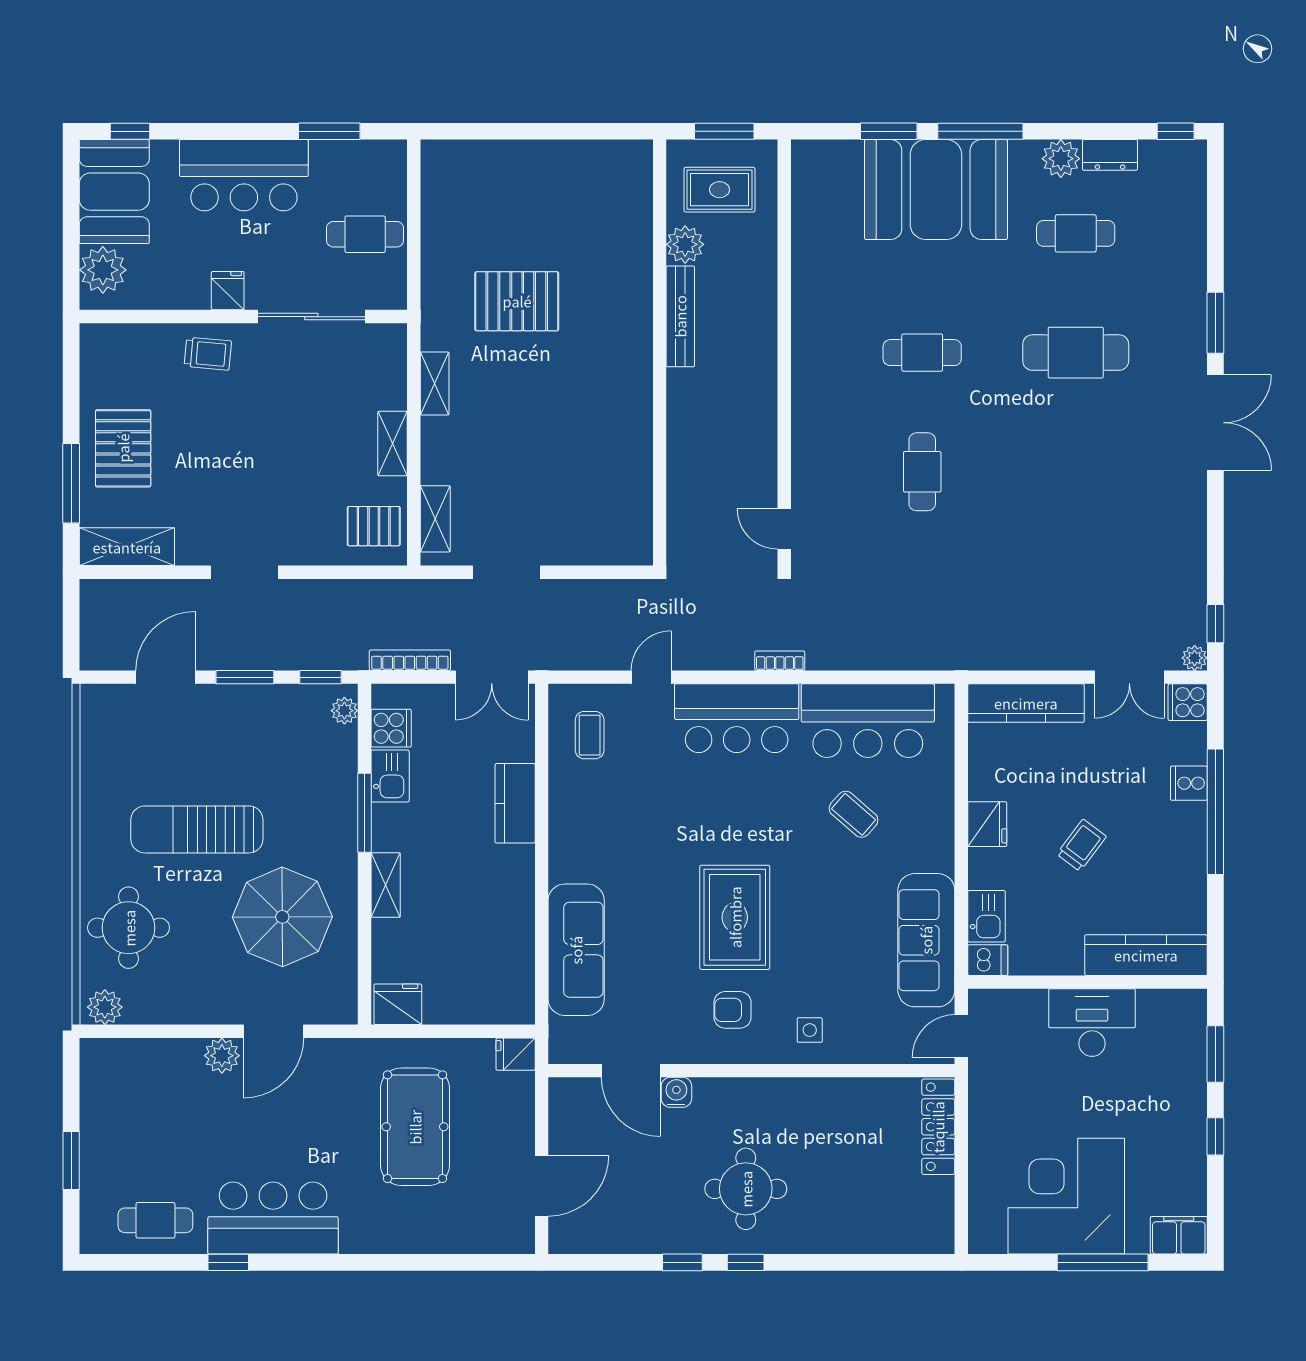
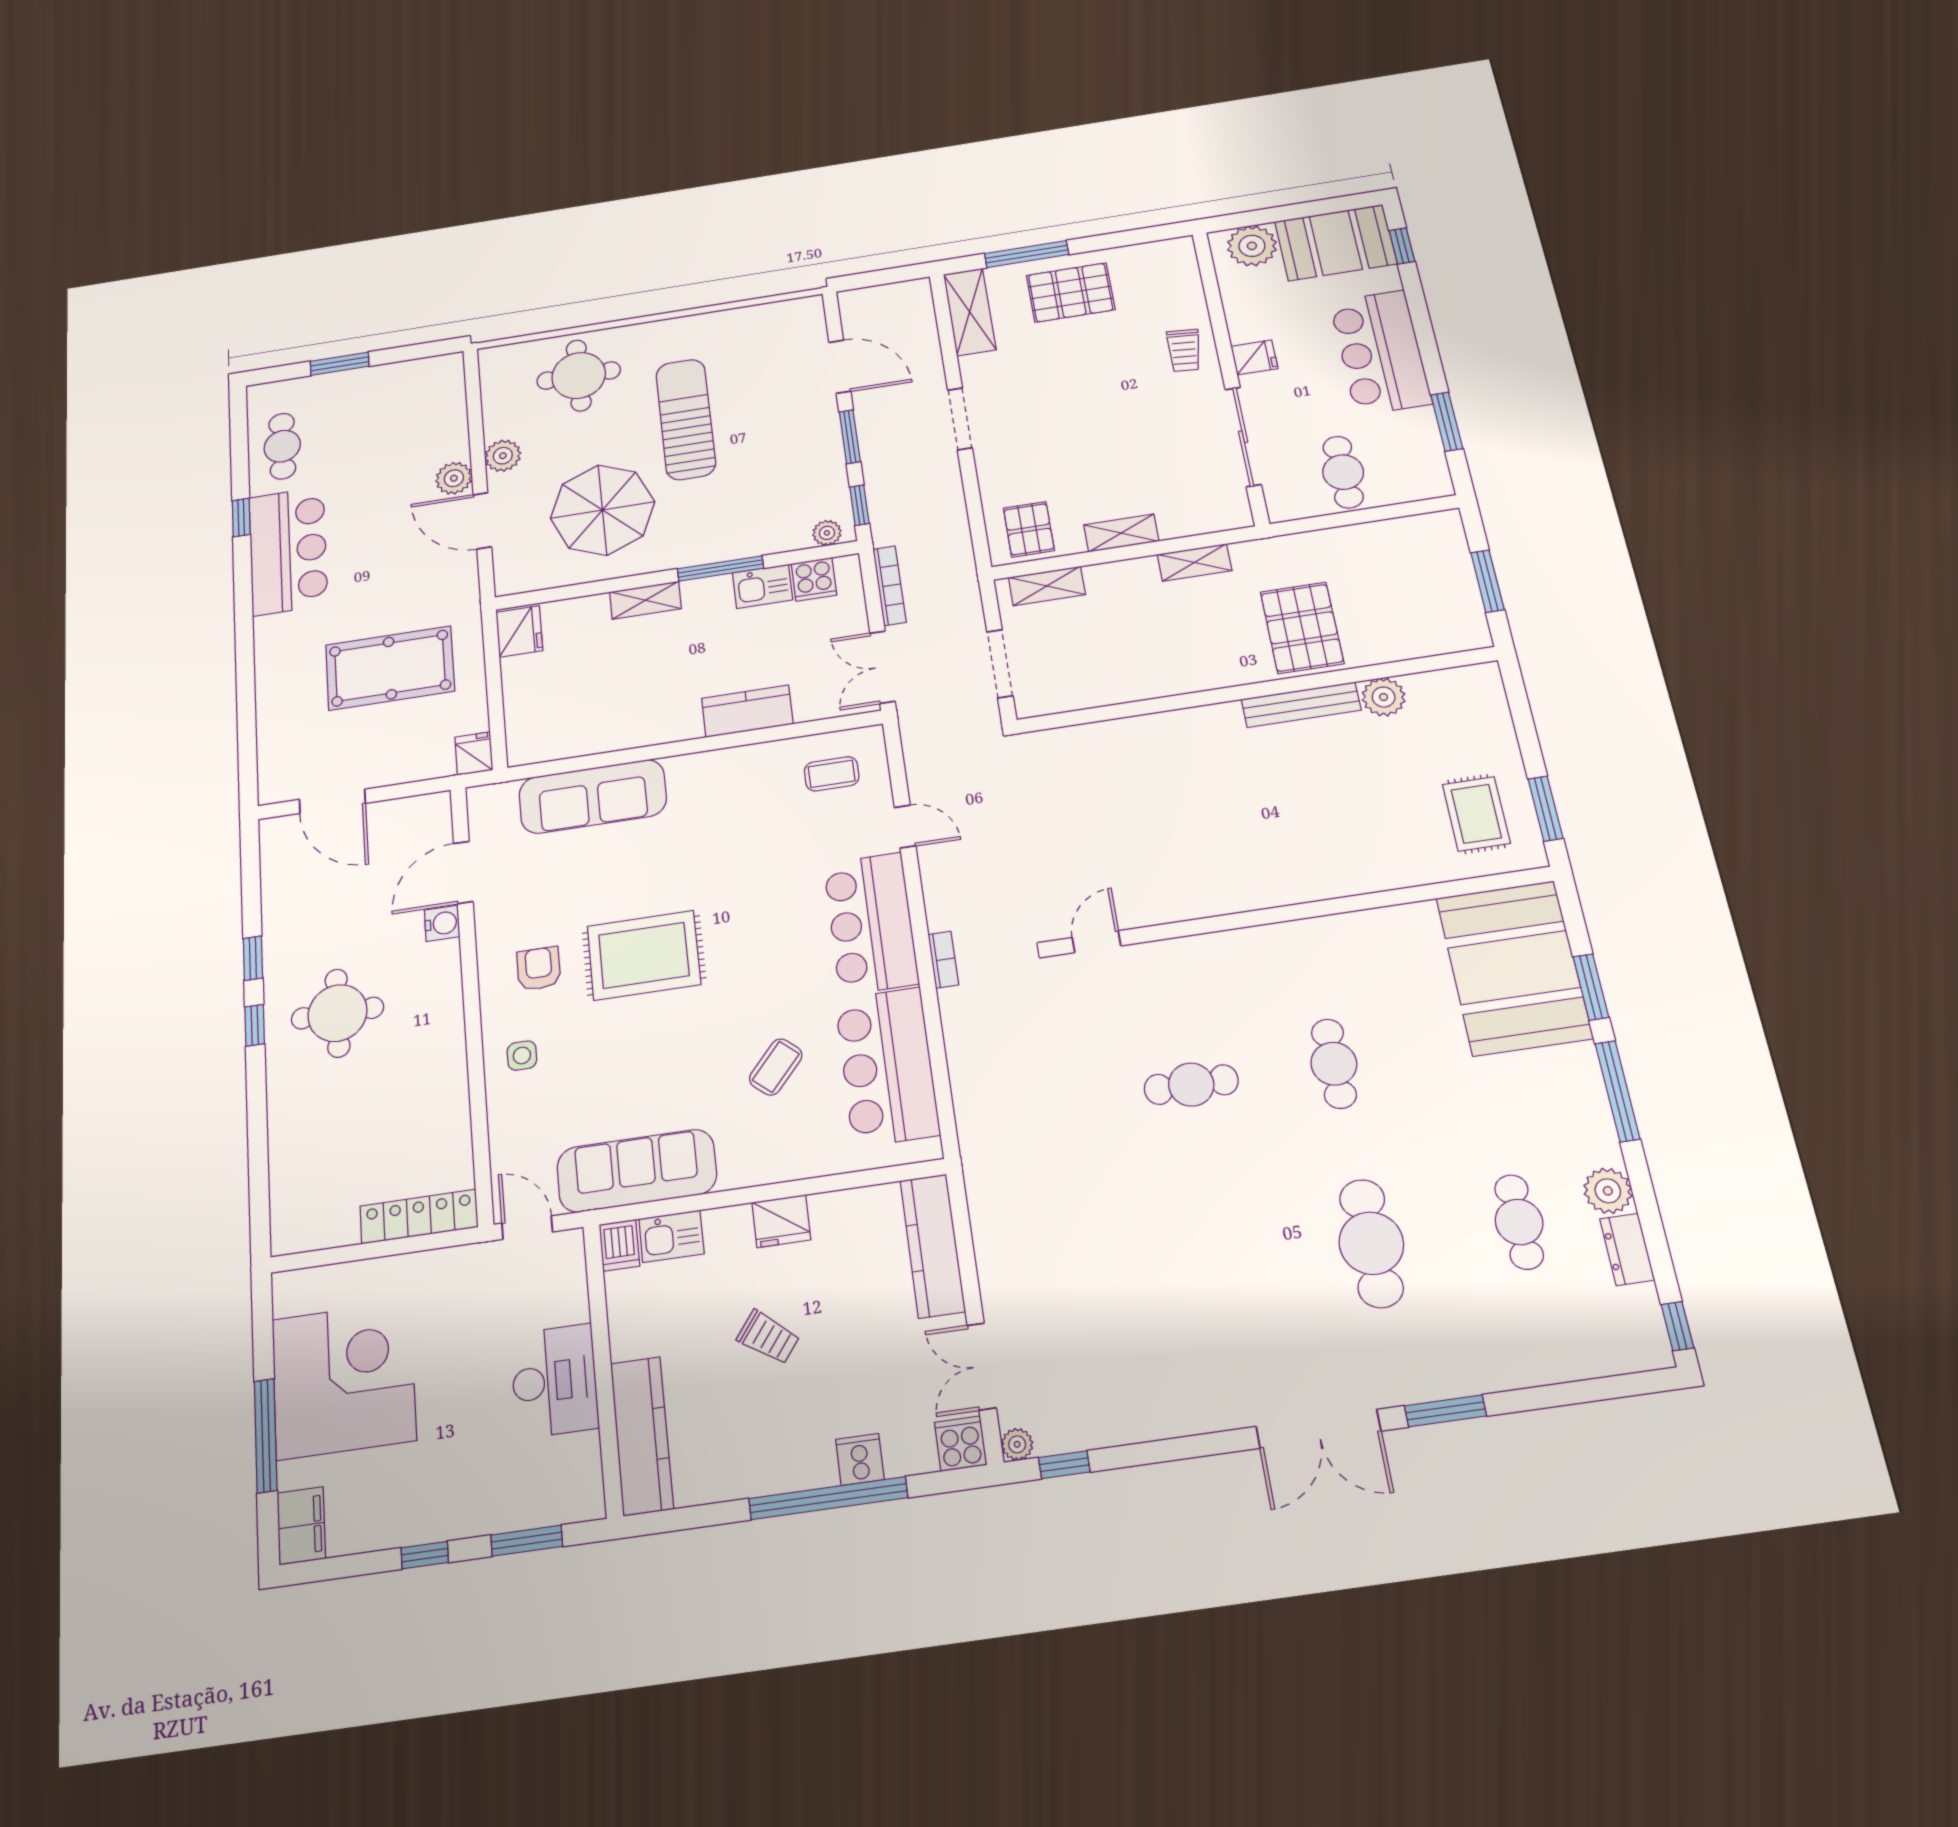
window: (499, 131) -> (1487, 581), added
booth: (936, 190) -> (1514, 968), moved
plant: (685, 244) -> (1384, 697), moved
bench: (680, 316) -> (1301, 705), moved
wall: (660, 353) -> (1256, 690), moved
plant: (105, 1007) -> (503, 456), moved

